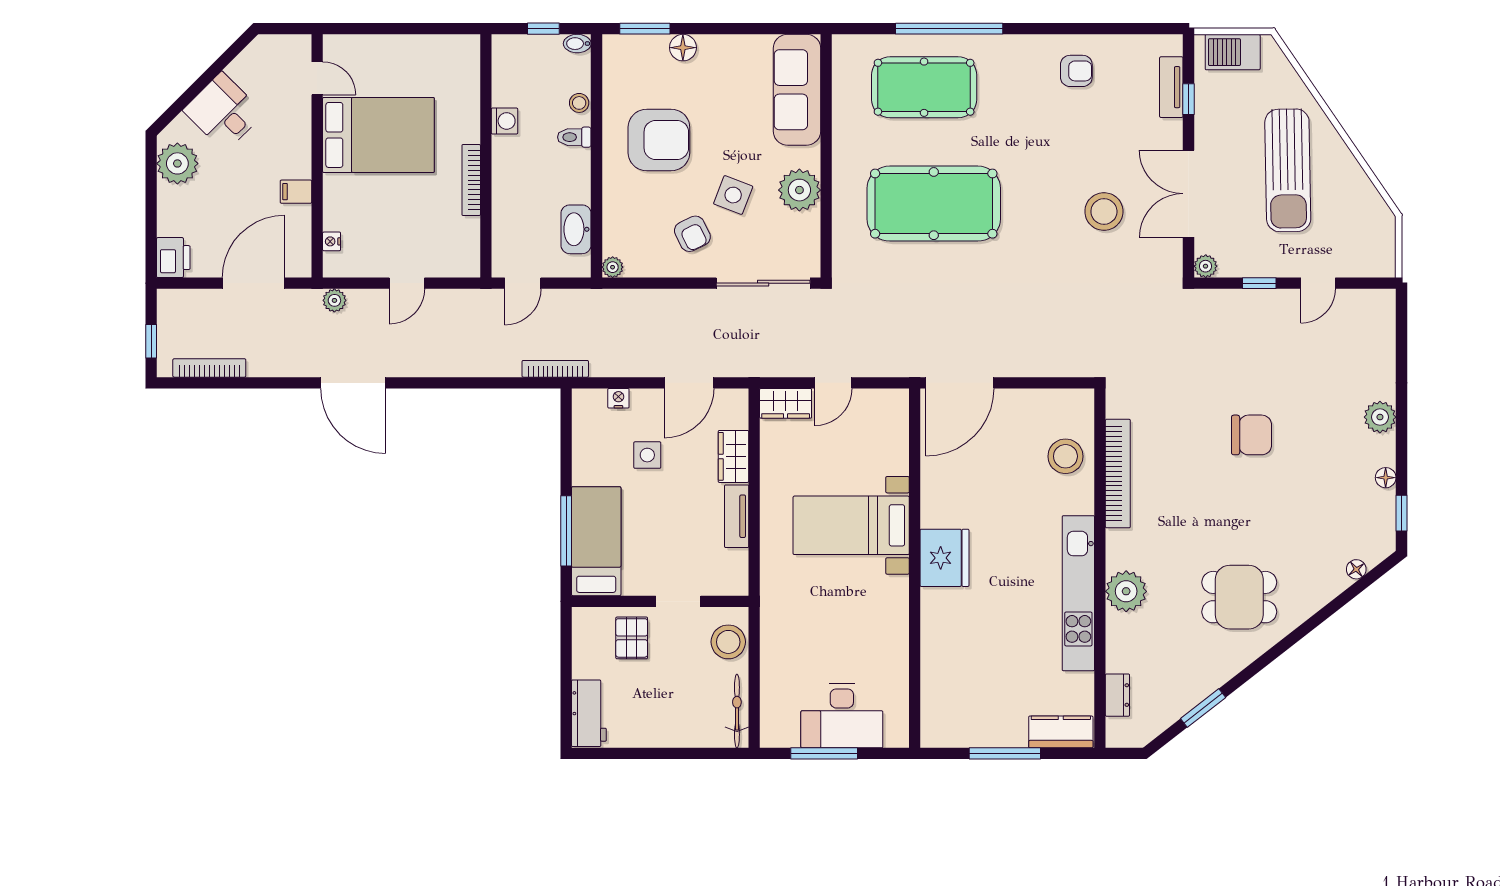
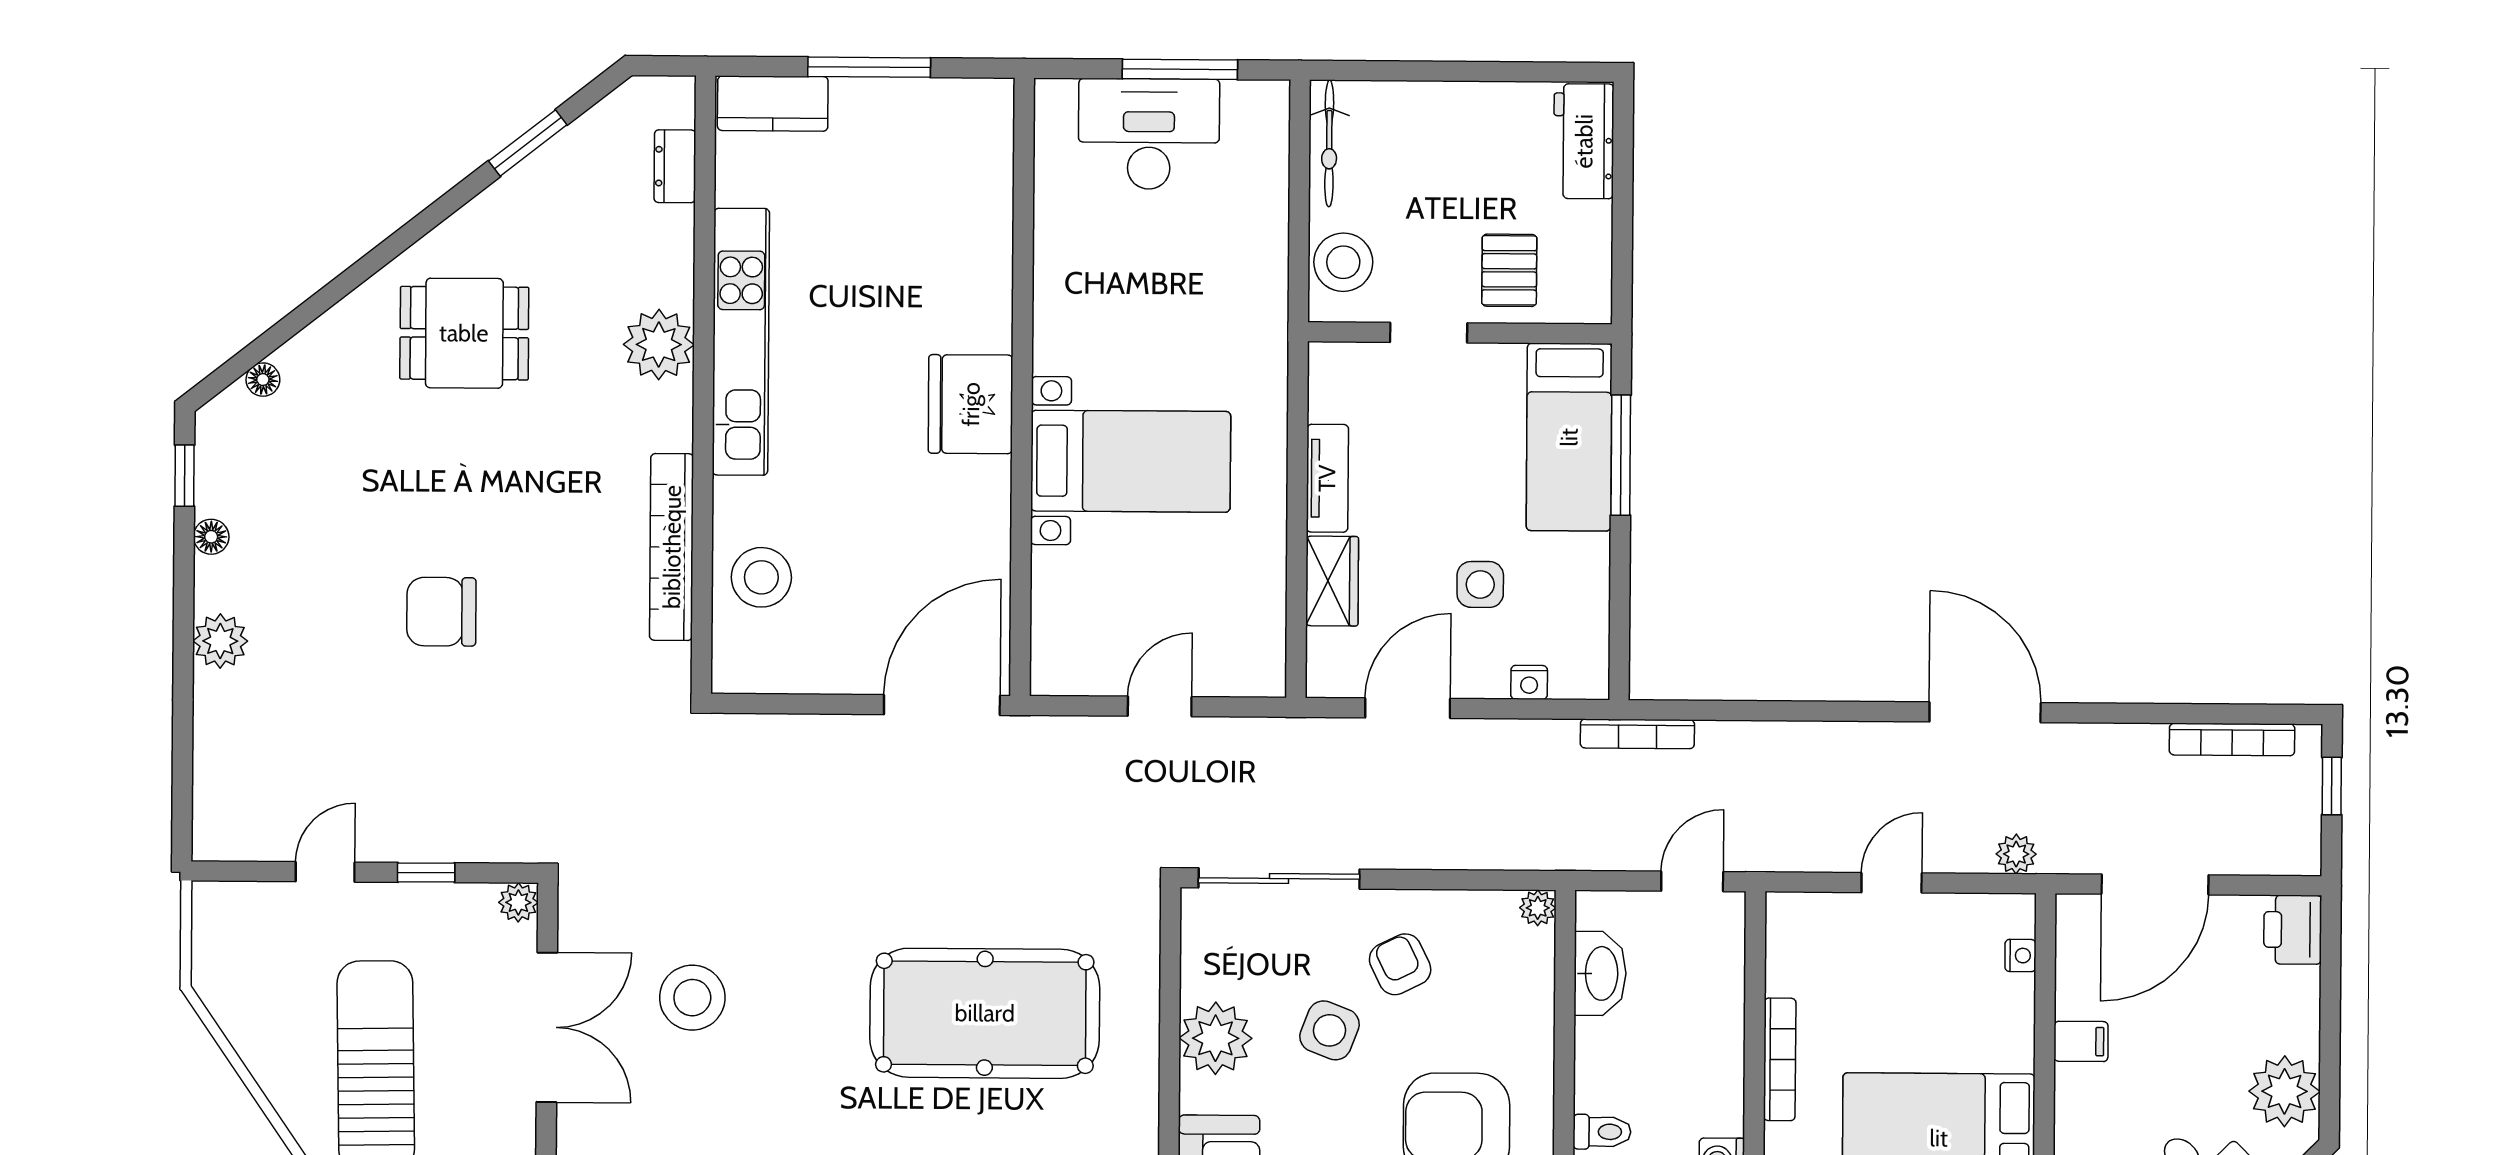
wardrobe: (786, 403) -> (1242, 672), removed

